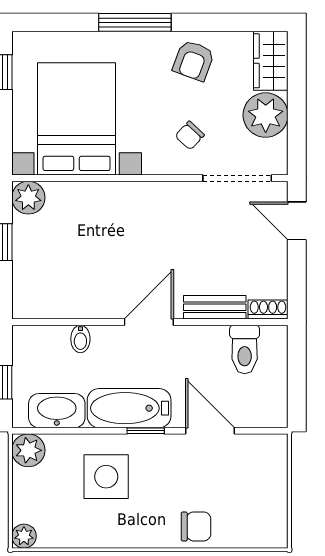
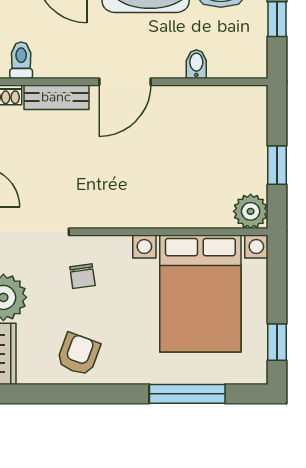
window: (135, 22) -> (187, 394), moved
chair: (190, 135) -> (82, 276), turned 129
toilet: (245, 349) -> (21, 60), width x0.73, depth x0.72

